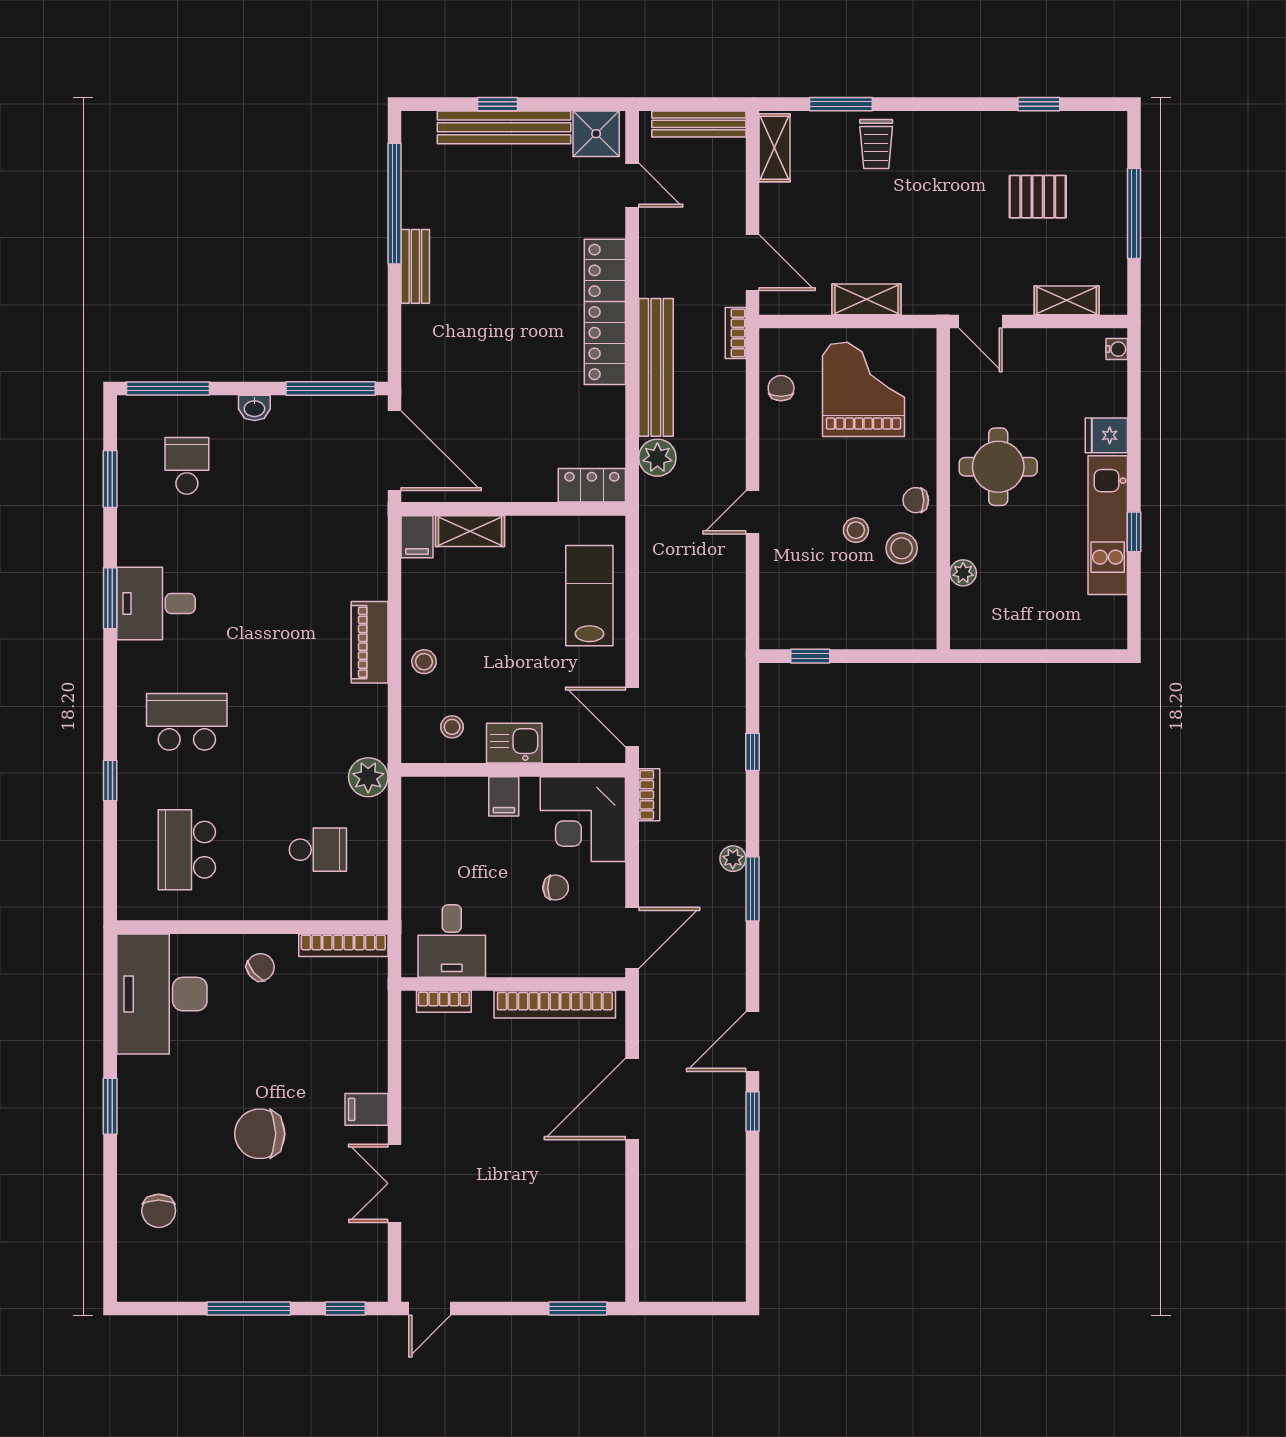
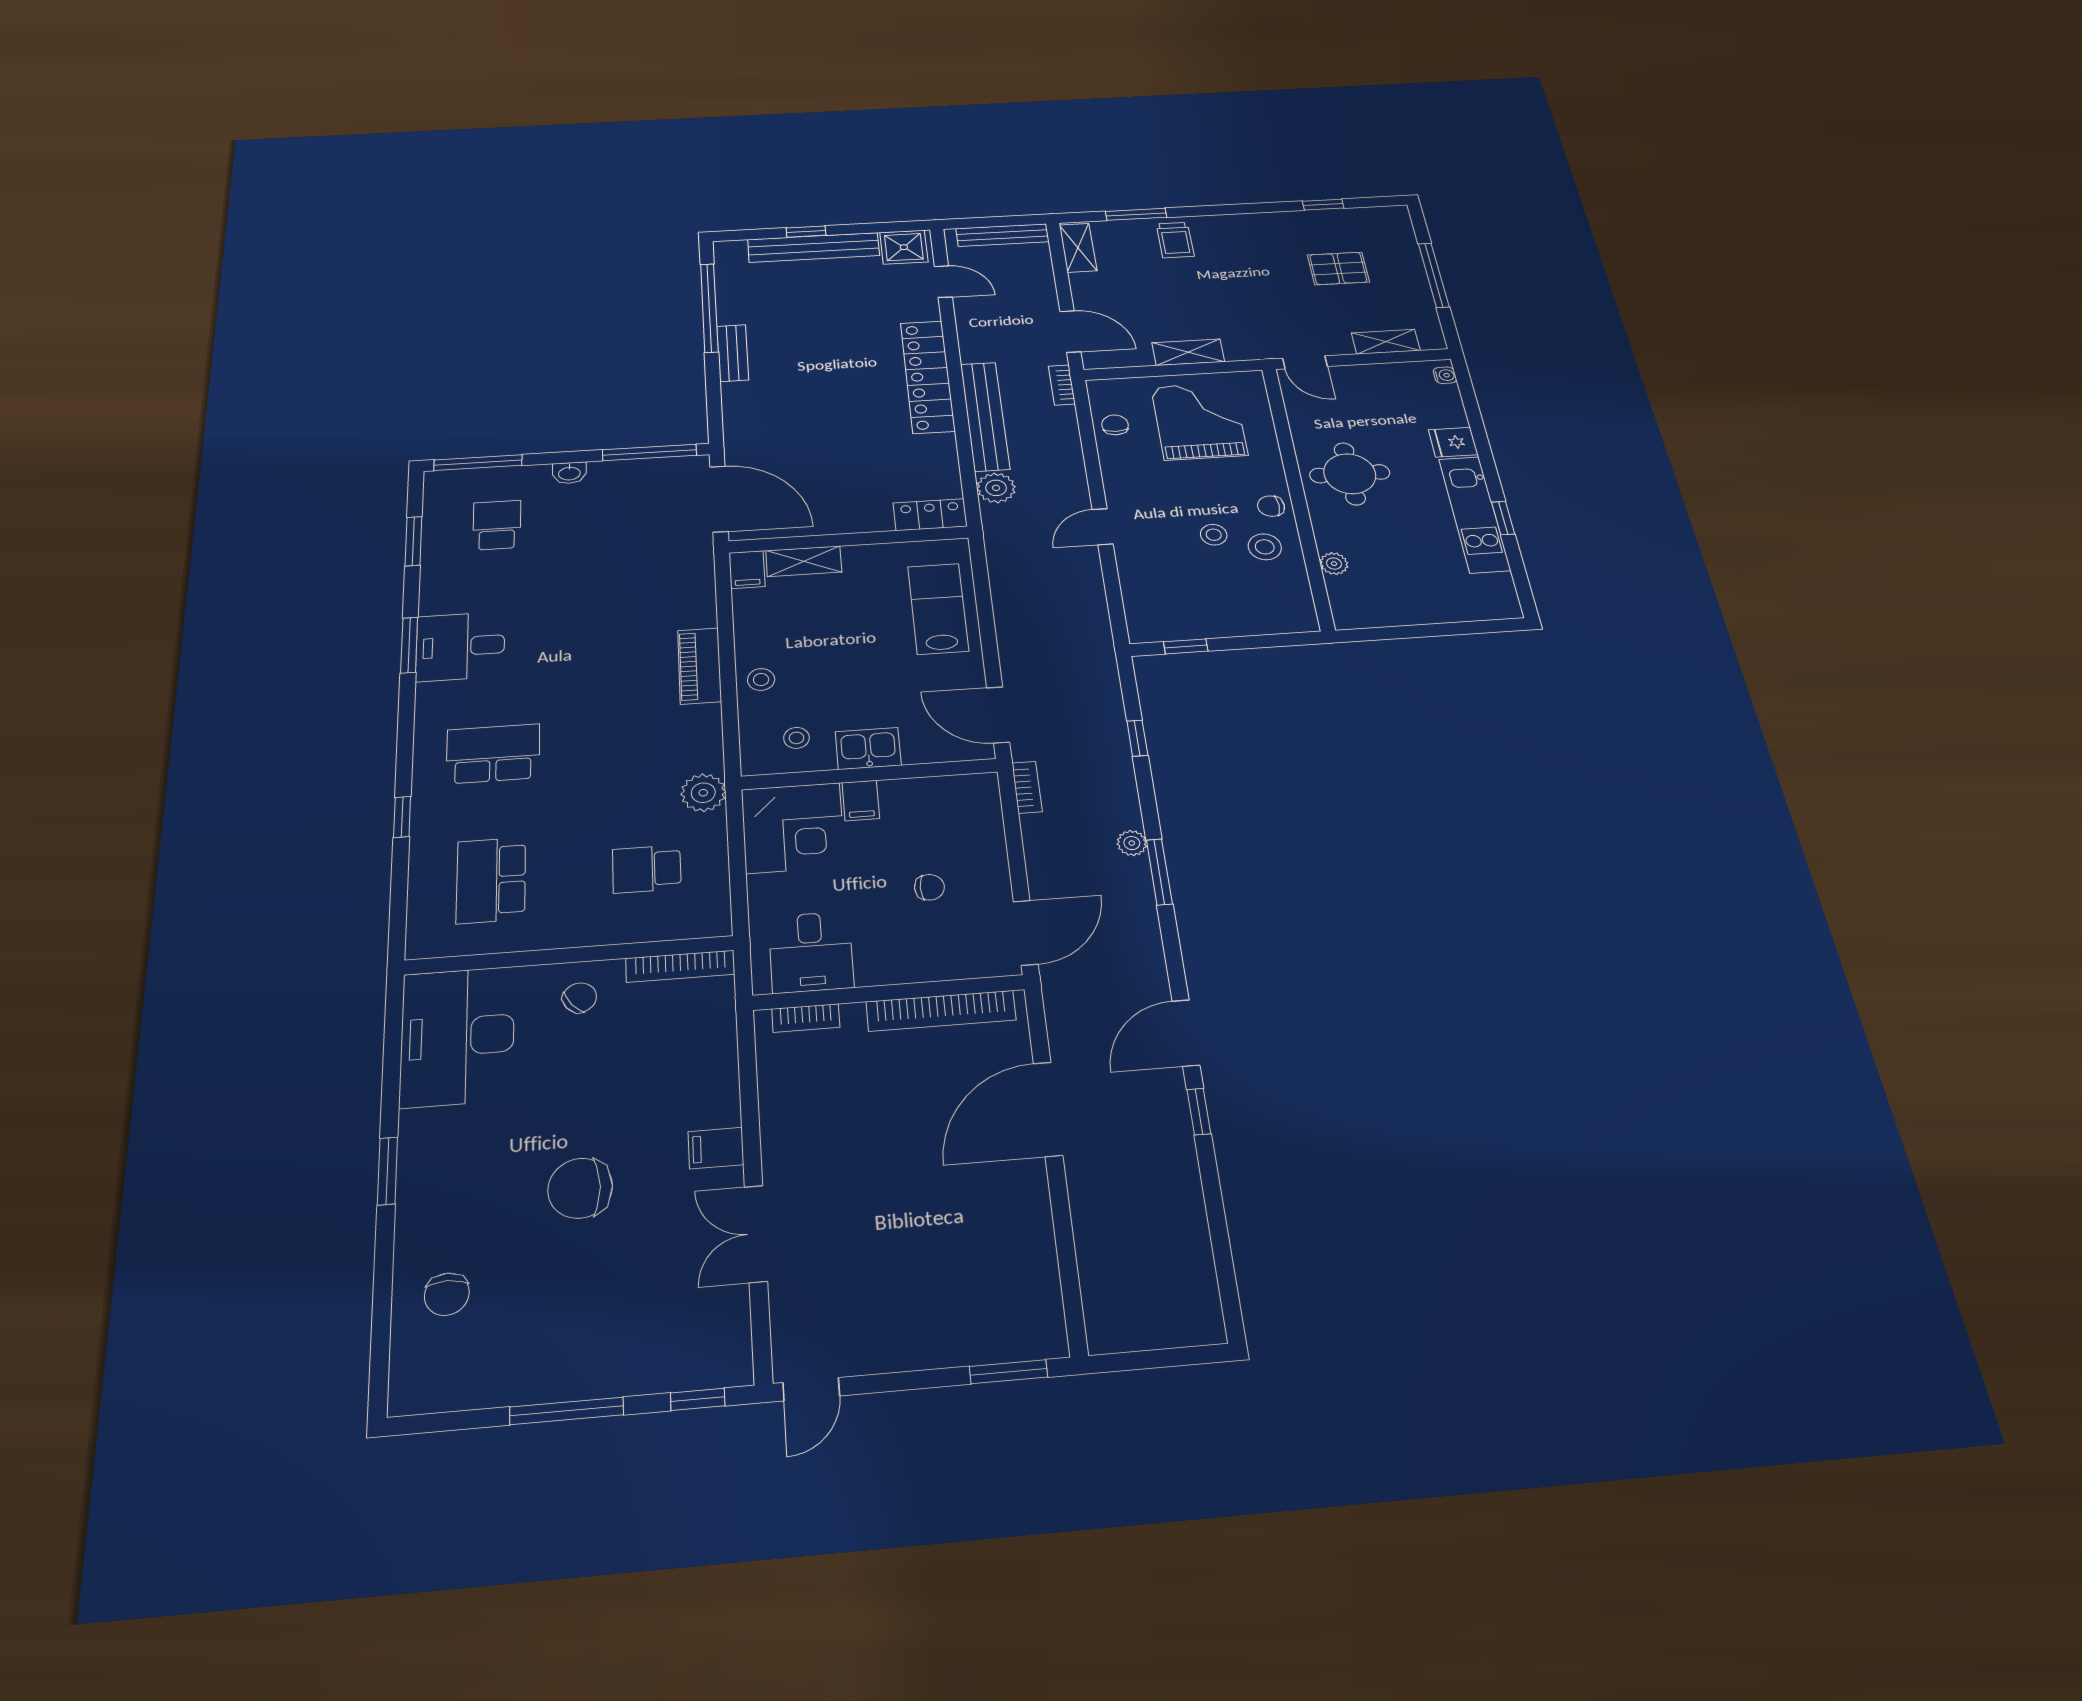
corner desk: (583, 819) -> (793, 828), moved, turned -90
school desk: (318, 850) -> (647, 869), turned 180

